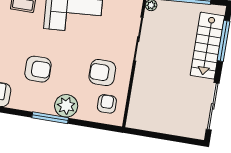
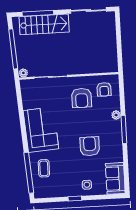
armchair: (107, 104) -> (104, 89), turned -90
plant: (66, 106) -> (116, 115), width x0.53, depth x0.53

